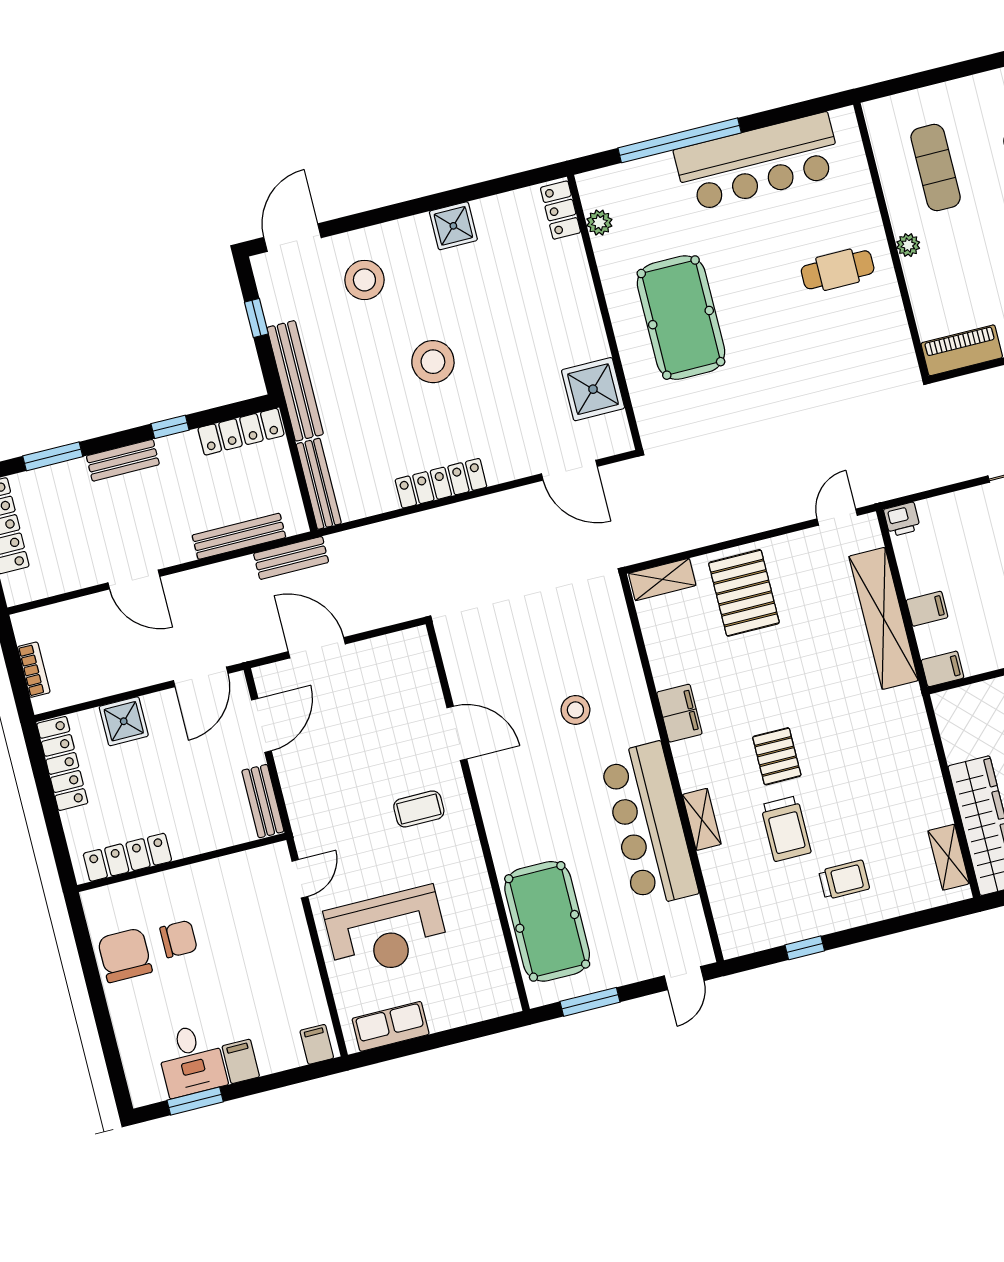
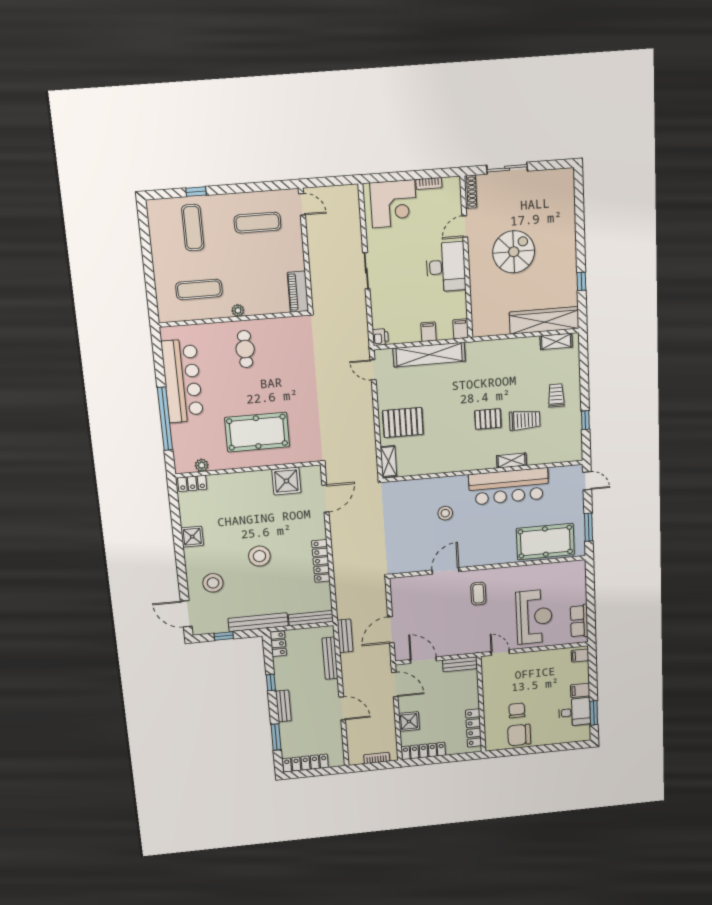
locker: (241, 432) -> (278, 644), width x0.66
door: (134, 580) -> (342, 708), hinge flipped
filing cabinet: (679, 713) -> (457, 463), removed

